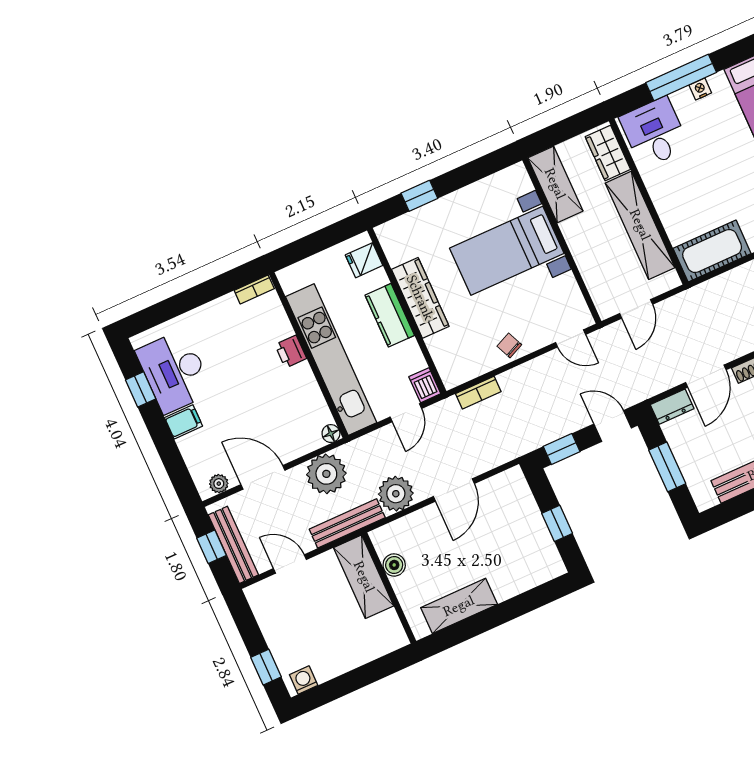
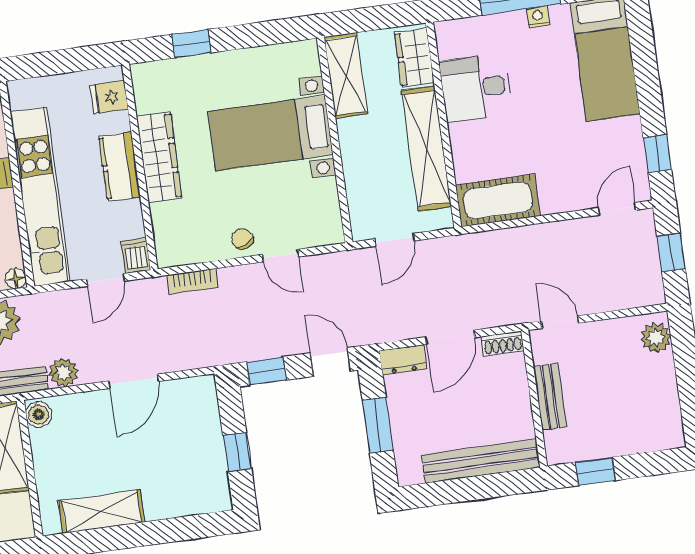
desk: (654, 133) -> (476, 88), moved, turned -90
door: (571, 338) -> (281, 256), moved
plant: (396, 494) -> (63, 372), width x0.73, depth x0.73
boiler: (394, 565) -> (39, 414), moved

